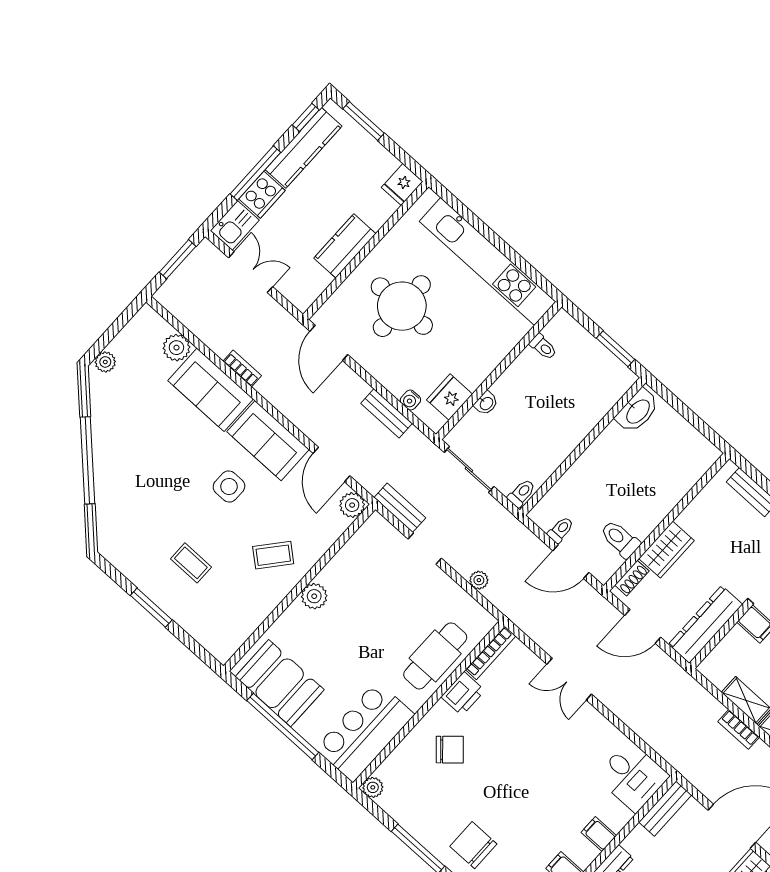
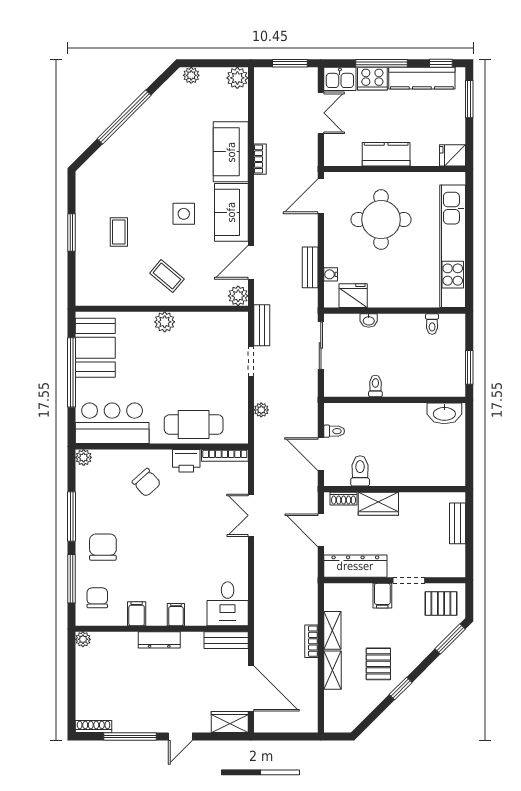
plant: (176, 348) -> (237, 78), moved
toilet: (521, 493) -> (375, 386), moved, turned -90

